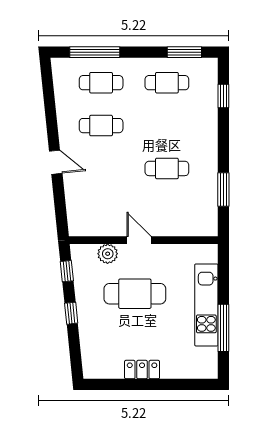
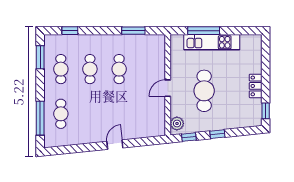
cafe table: (101, 126) -> (90, 69), moved
plant: (108, 254) -> (177, 123), moved
window: (223, 328) -> (204, 31), moved
window: (105, 384) -> (266, 111), added

